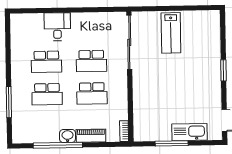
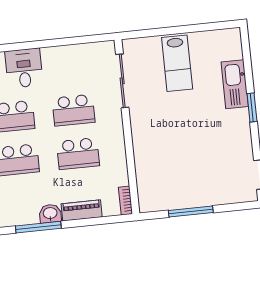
sliding door: (129, 42) -> (122, 81), width x0.73
kitchen sink: (190, 132) -> (235, 84), moved, turned -90
window: (58, 145) -> (38, 227), width x0.68

